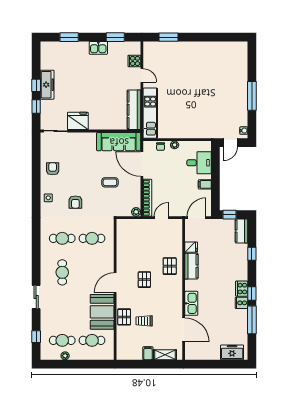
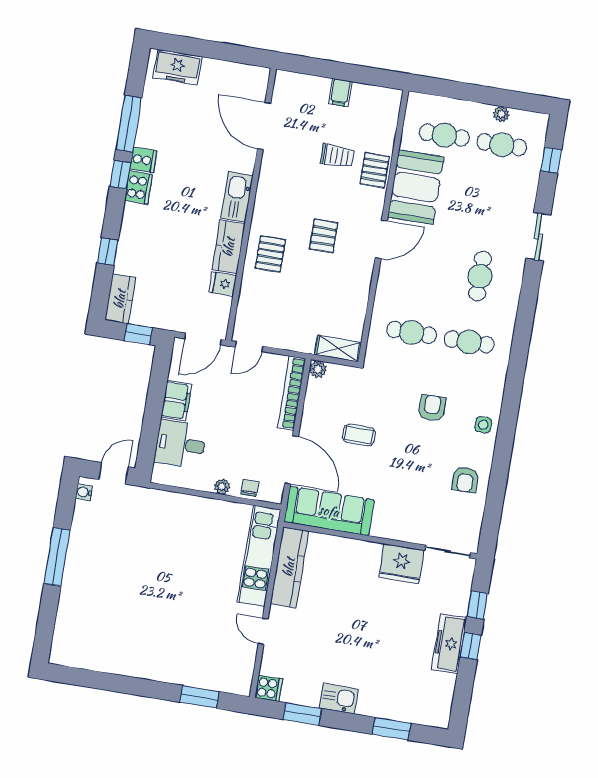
cooker: (134, 61) -> (269, 688), moved
filing cabinet: (205, 184) -> (176, 401), width x2.00
door: (161, 218) -> (249, 347), moved
kitchen sink: (191, 303) -> (237, 197), moved
shelving: (165, 355) -> (338, 349), moved

